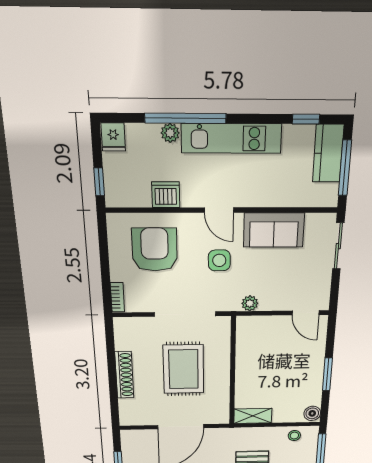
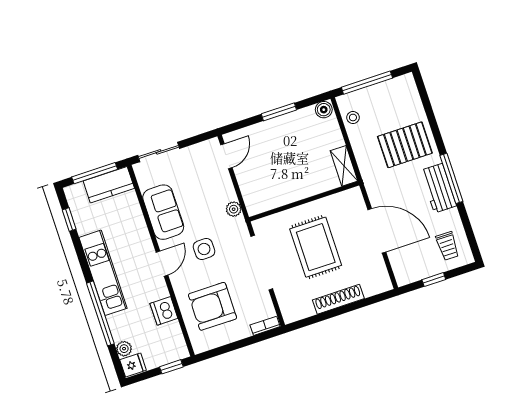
plant: (170, 133) -> (124, 349), moved
kitchen counter: (328, 153) -> (109, 185), moved
rug: (184, 369) -> (316, 247), turned 90

